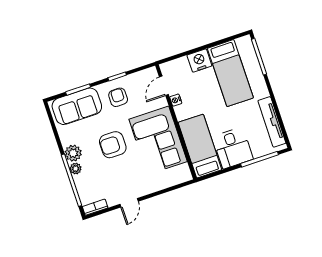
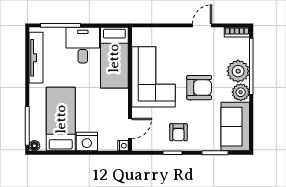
floor lamp: (246, 41) -> (34, 146), added
nightstand: (176, 100) -> (123, 146), moved
sofa: (77, 106) -> (235, 127), moved, turned -90
plant: (76, 169) -> (238, 71), width x1.87, depth x1.87

